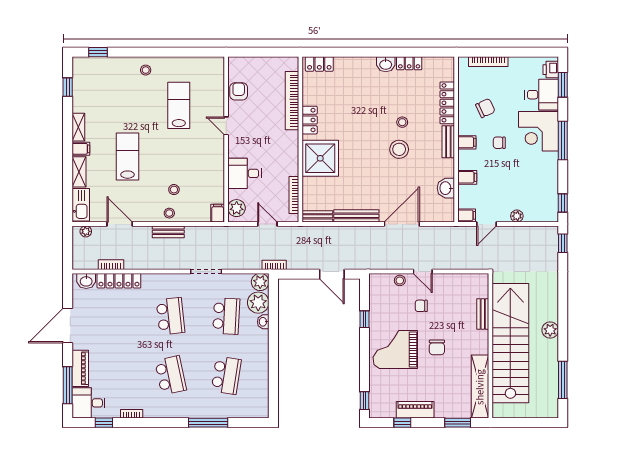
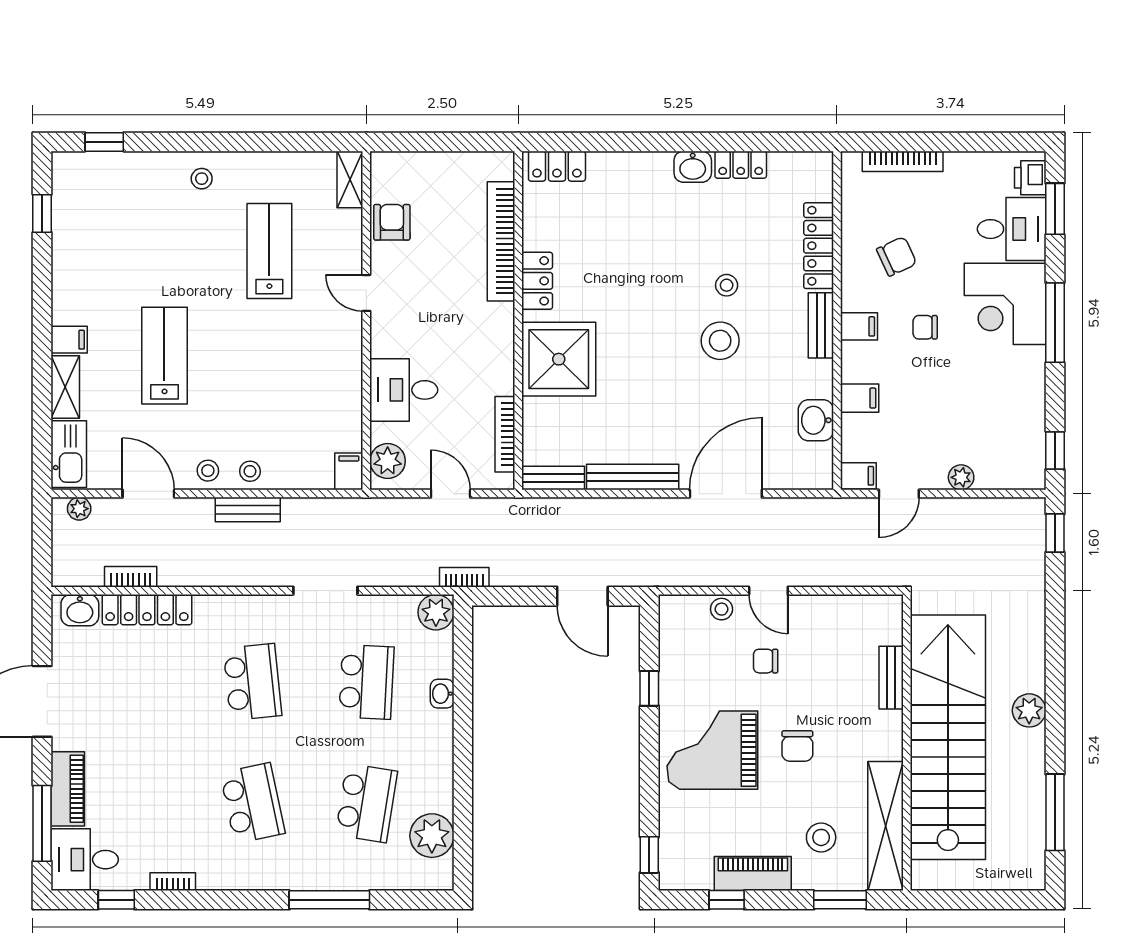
shelving: (78, 127) -> (350, 179), moved
stool: (174, 190) -> (208, 471), moved
plant: (258, 303) -> (432, 836), moved
stool: (448, 392) -> (821, 837), added

